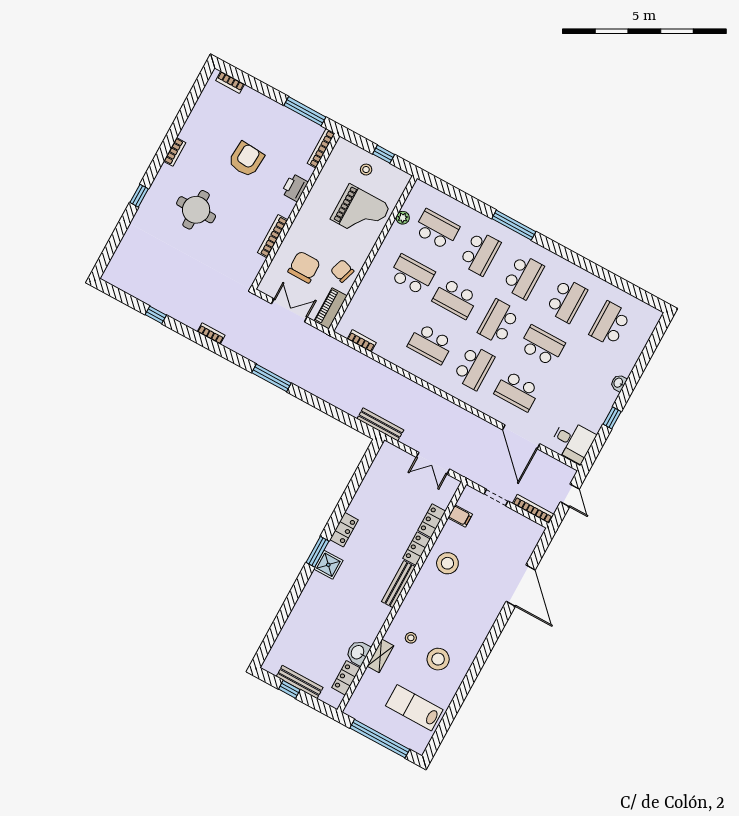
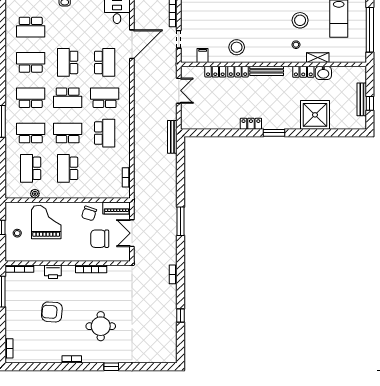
school desk: (455, 298) -> (68, 133), turned -90
shower: (328, 565) -> (315, 115), moved, width x1.86, depth x1.86
locker: (346, 678) -> (303, 72), moved

